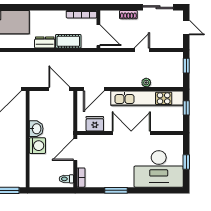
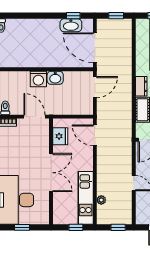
plant: (146, 83) -> (101, 200), moved
door: (59, 89) -> (95, 87), moved
kitchen unit: (147, 98) -> (86, 198), width x0.73

